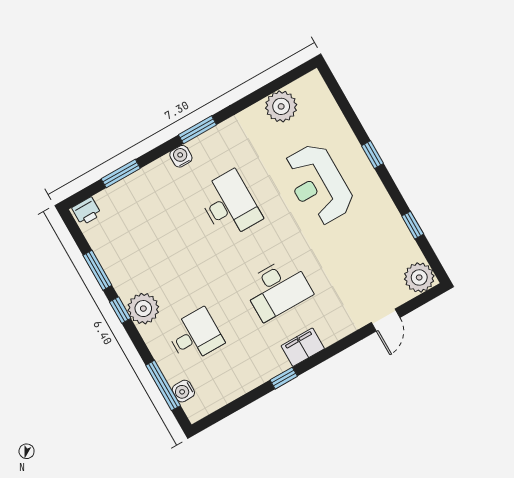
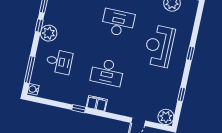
desk: (229, 205) -> (118, 23), turned -90
water cooler: (183, 391) -> (33, 89), moved

